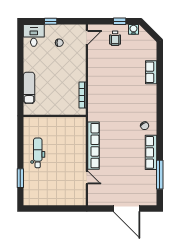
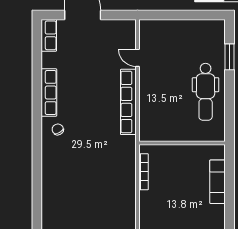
row of seats: (151, 72) -> (49, 35), moved
dental chair: (38, 153) -> (206, 92), width x1.36, depth x1.38
window: (160, 175) -> (37, 62), removed

